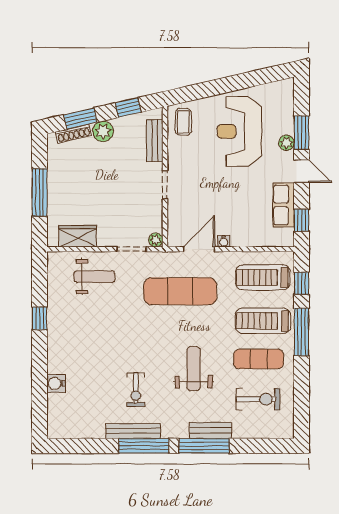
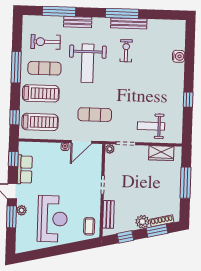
exercise mat: (180, 291) -> (95, 115), width x0.73, depth x0.69
window: (301, 332) -> (16, 67), moved
weight bench: (194, 369) -> (88, 63), width x1.36, depth x1.33
window: (204, 446) -> (59, 11), moved

